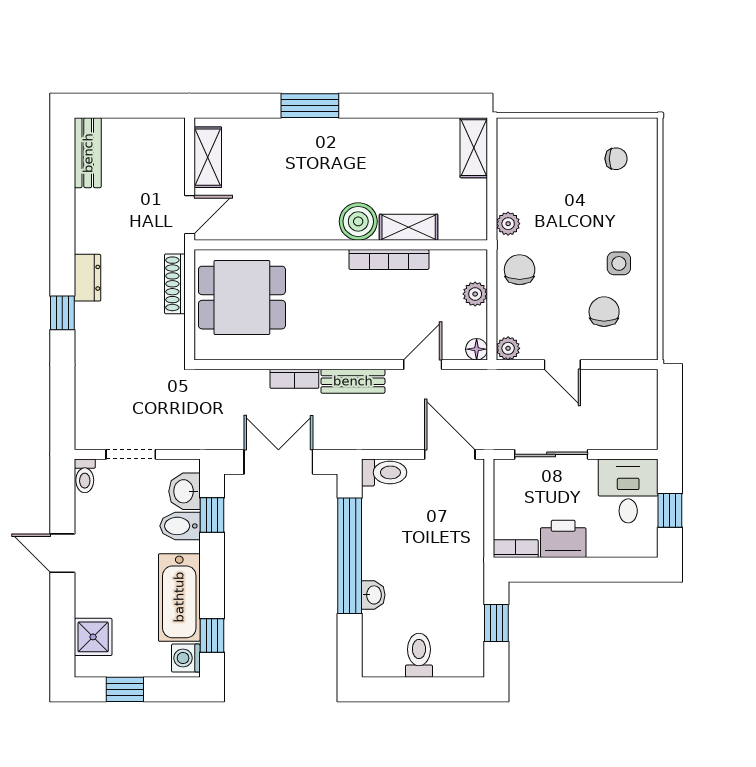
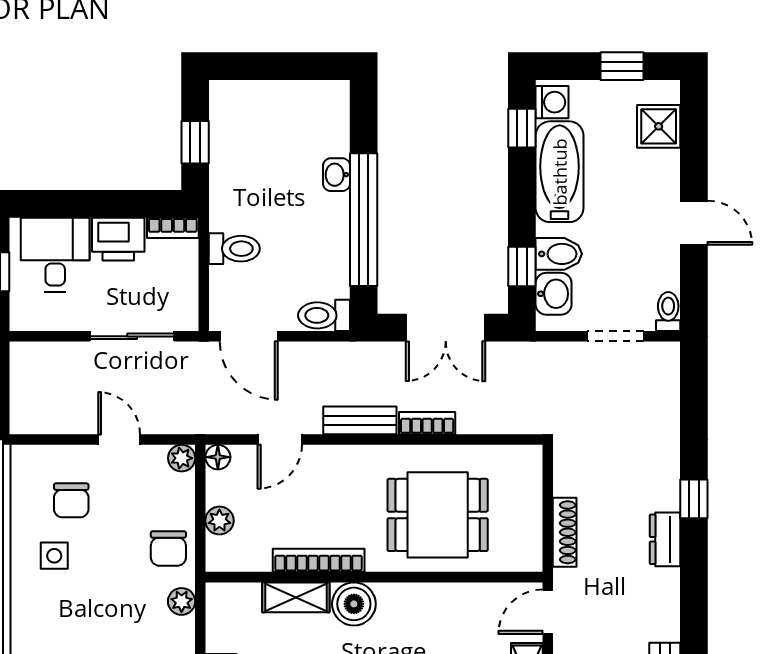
dining table: (242, 298) -> (438, 515), moved
desk: (628, 491) -> (55, 255), moved, turned 180
toilet: (419, 655) -> (234, 249), moved, turned -90

